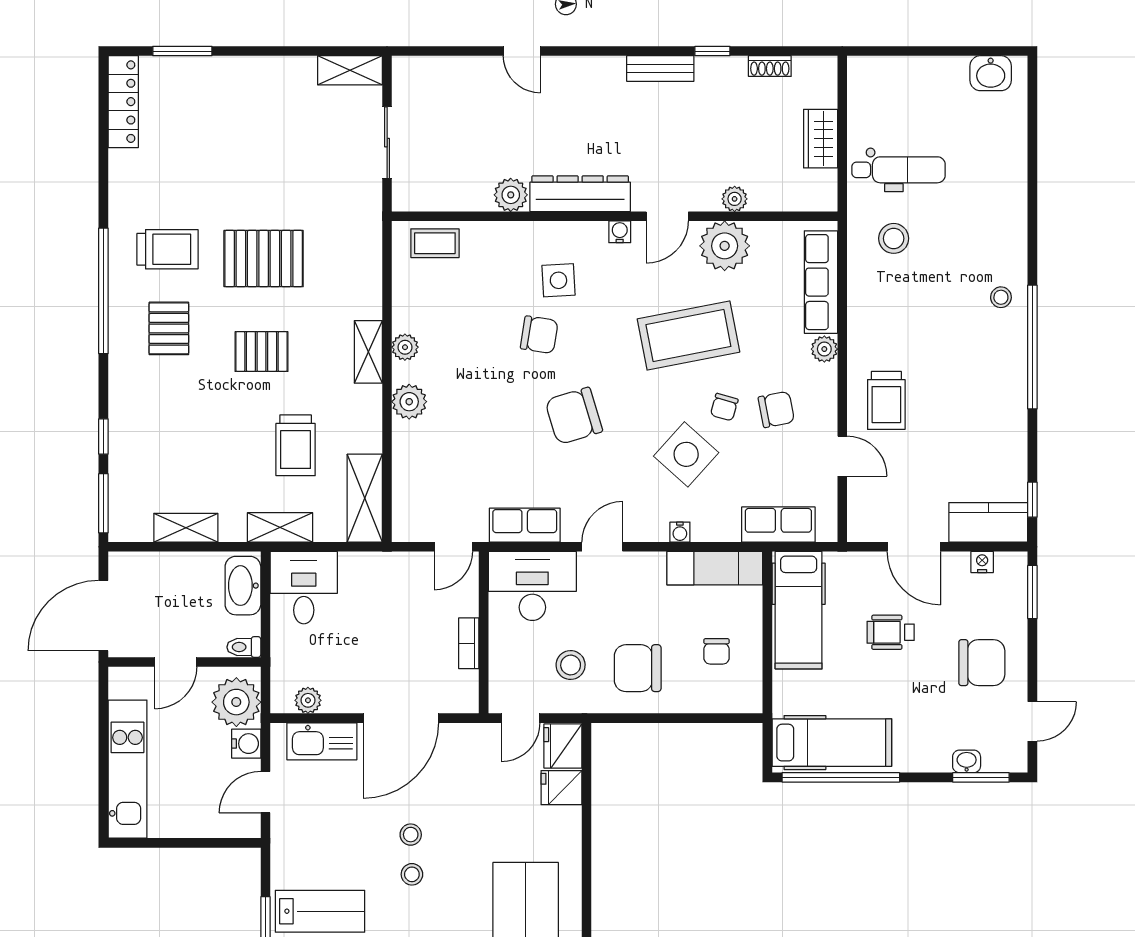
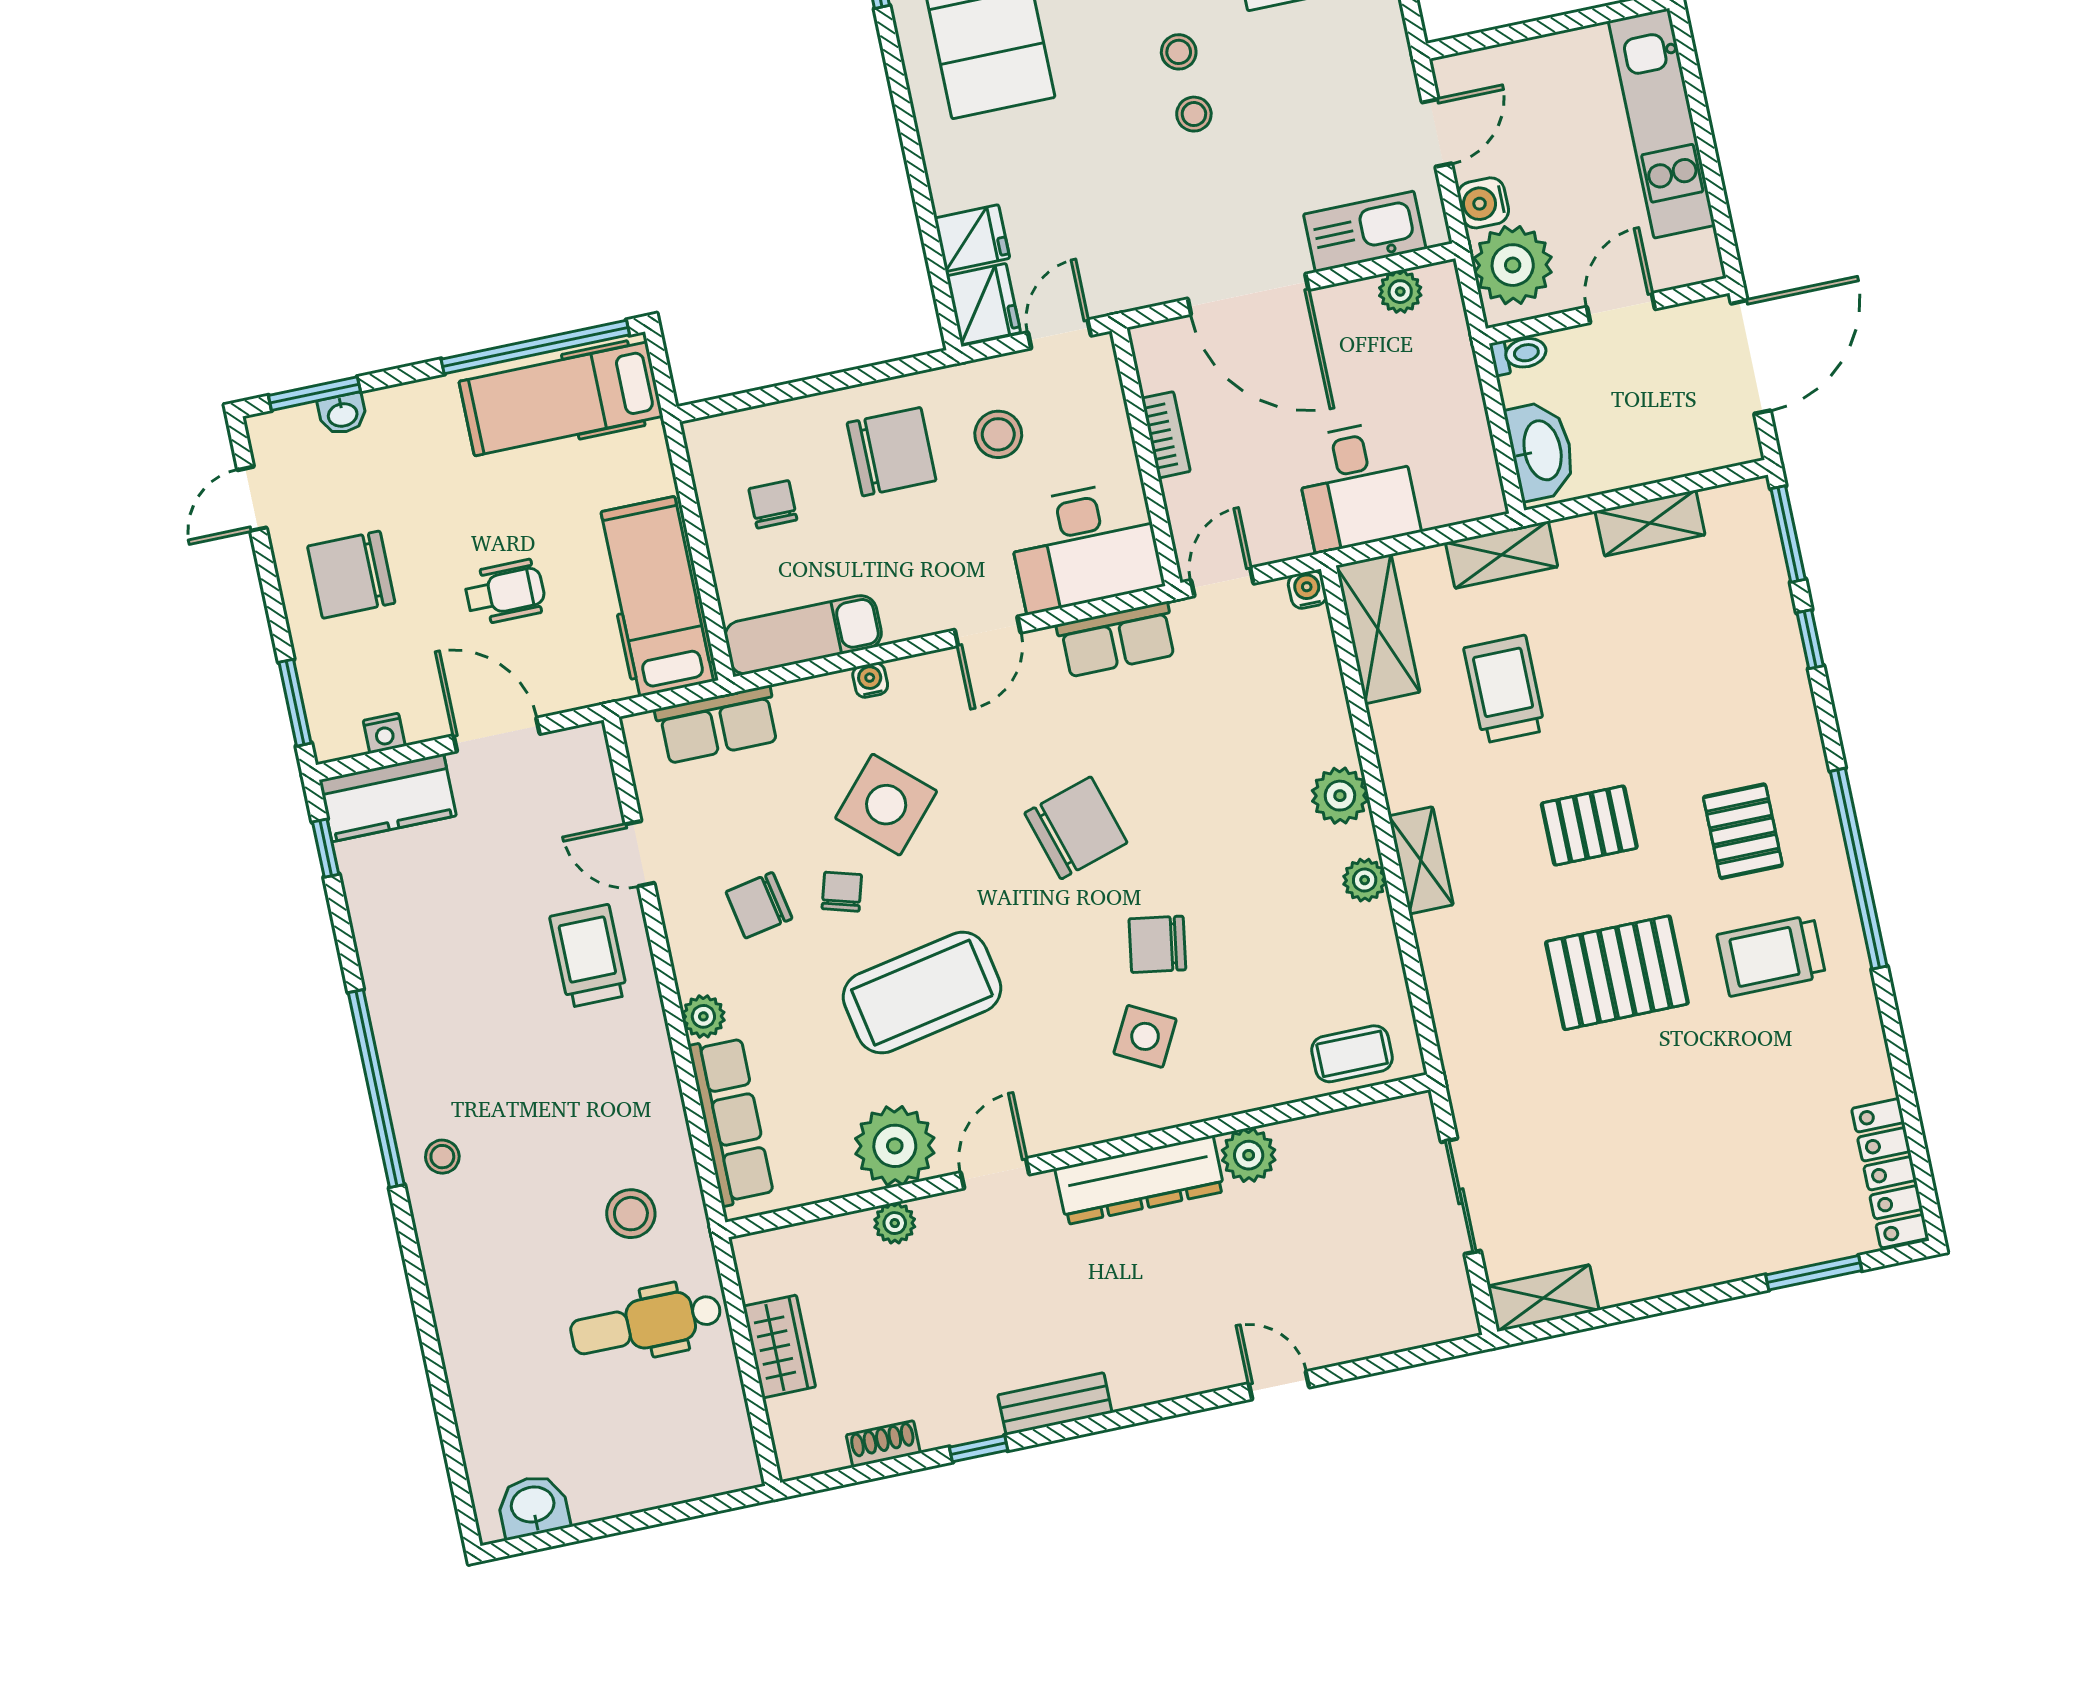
water cooler: (620, 232) -> (1307, 590), moved, turned 180
side table: (558, 280) -> (1145, 1036), turned 31
desk: (304, 588) -> (1357, 486), moved
door: (401, 718) -> (1248, 294), swing flipped

